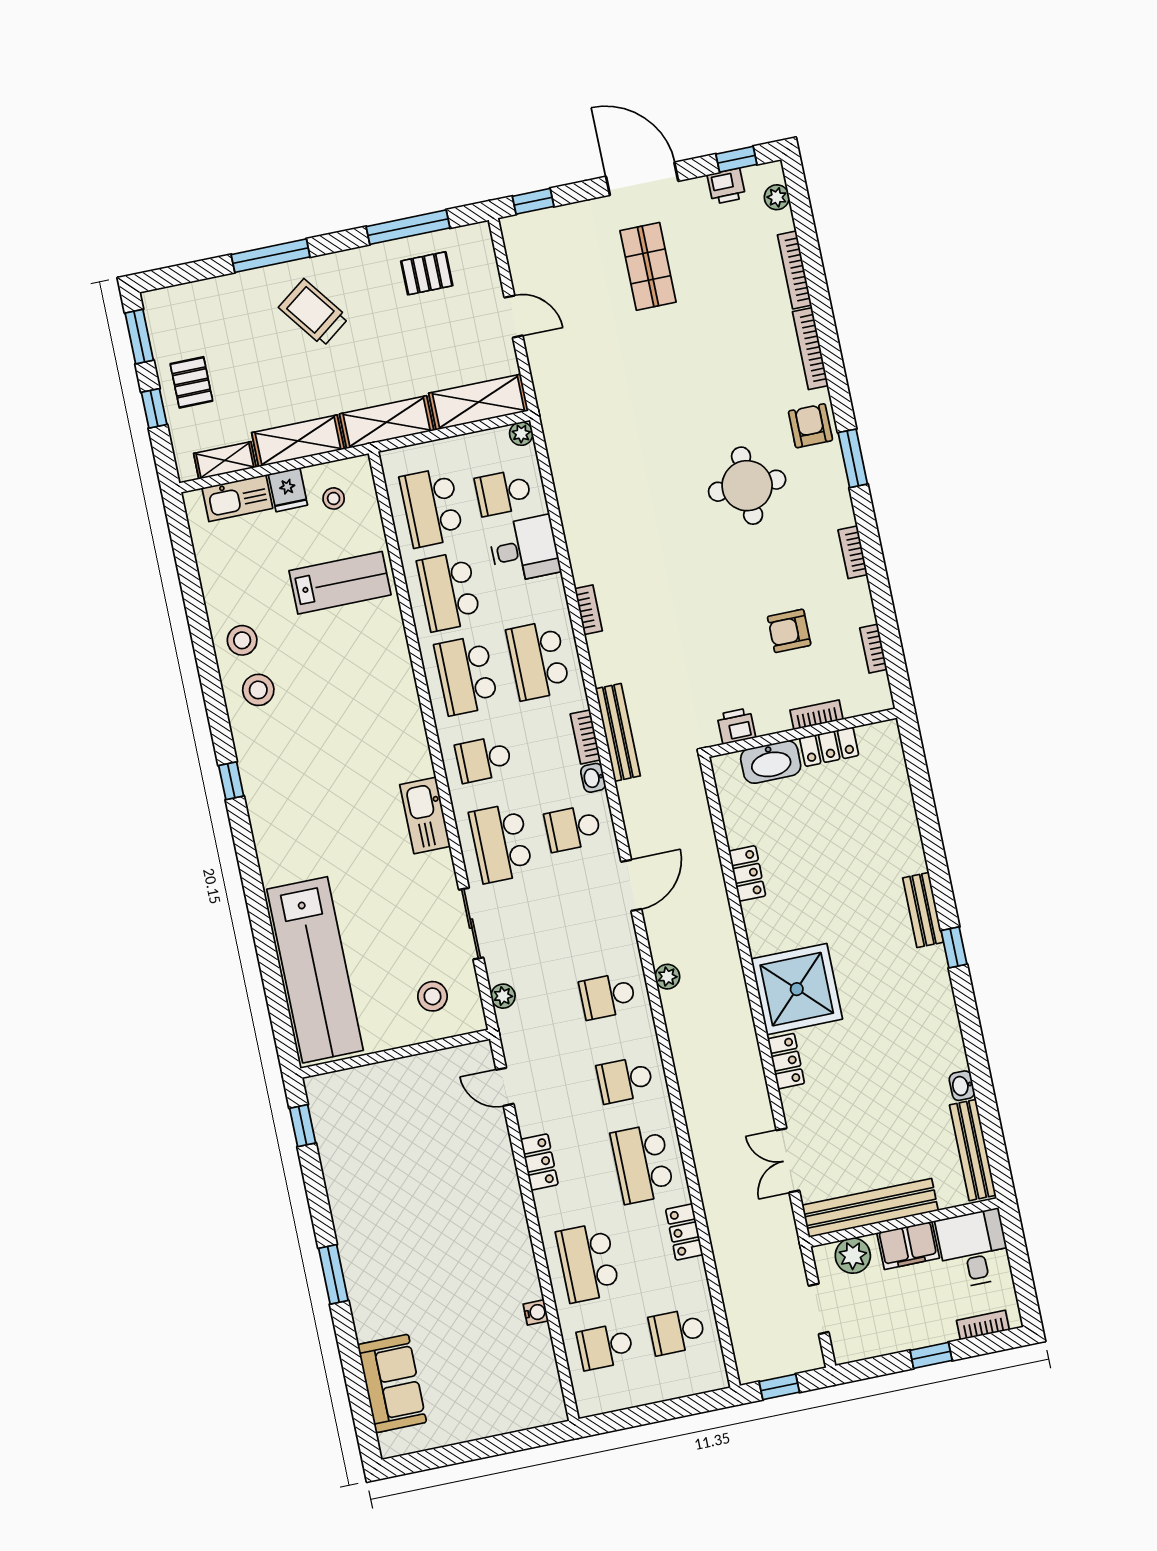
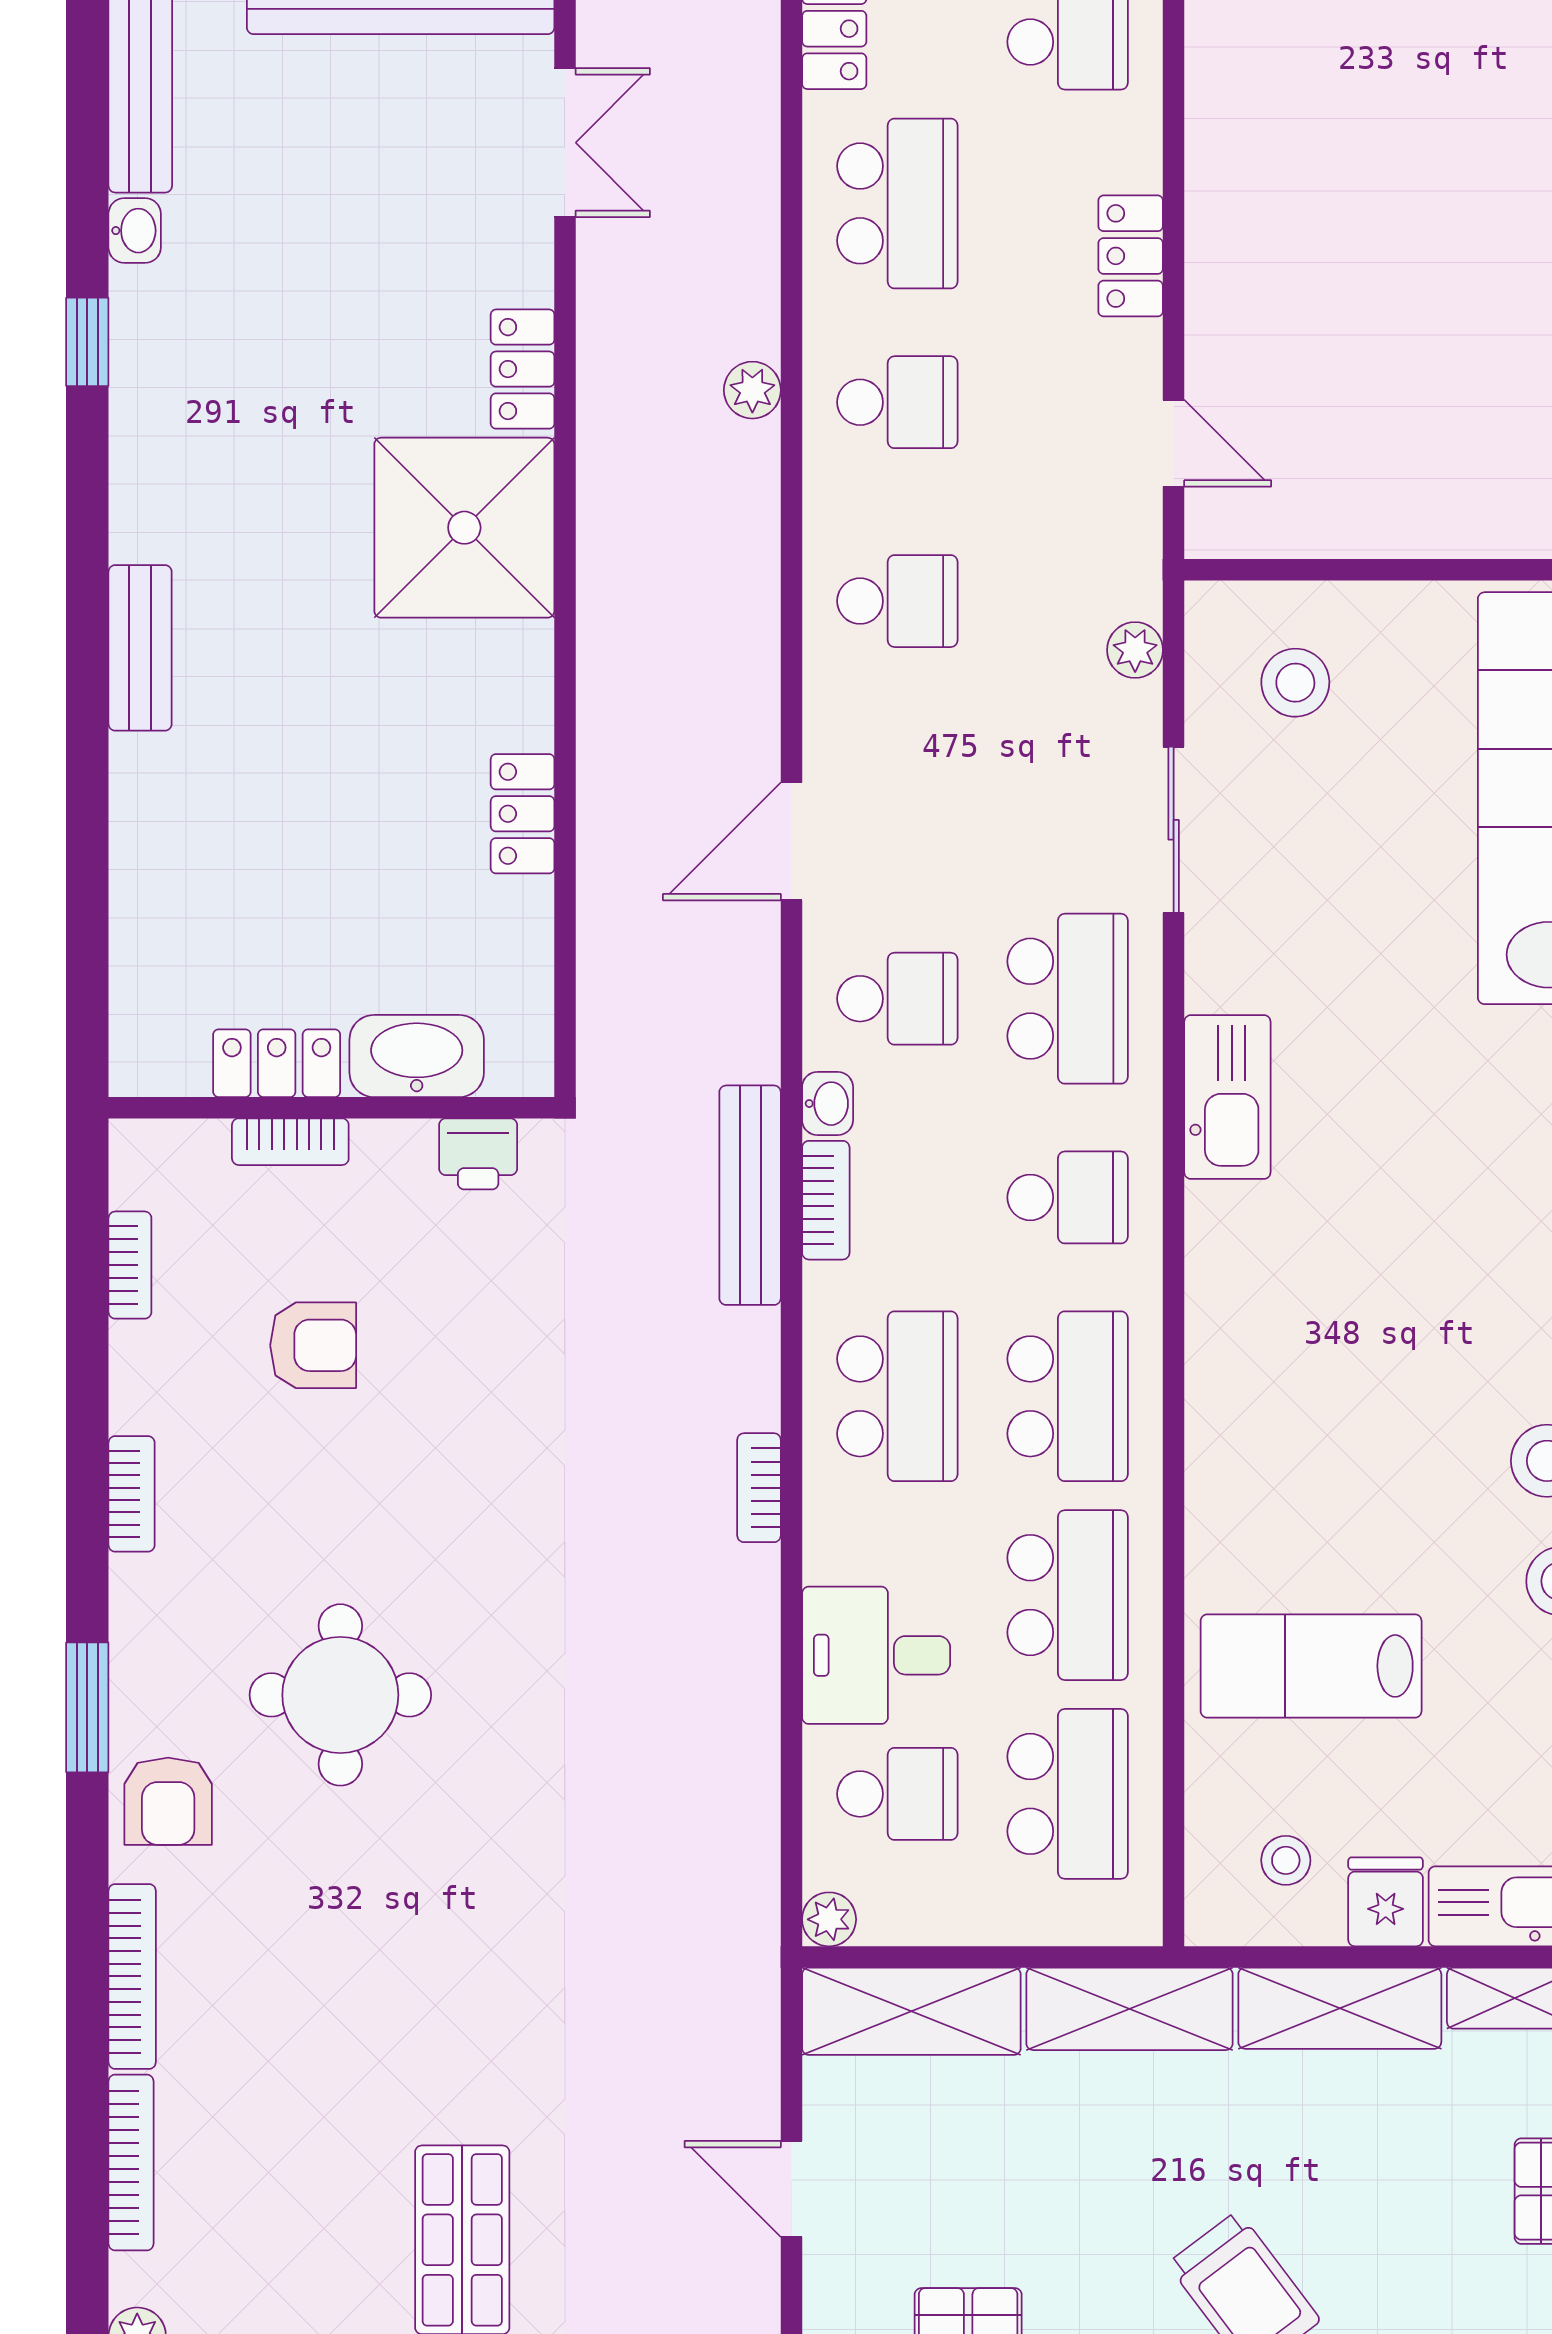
window: (954, 947) -> (87, 342), moved
plant: (667, 977) -> (752, 390), moved

